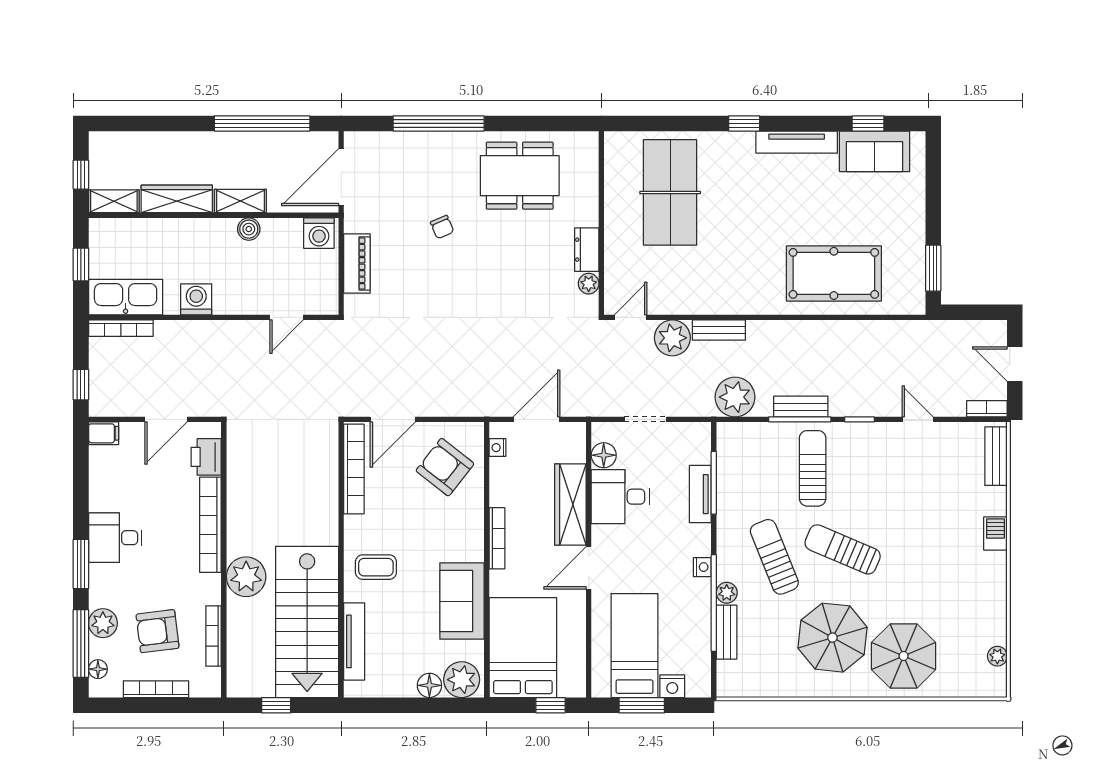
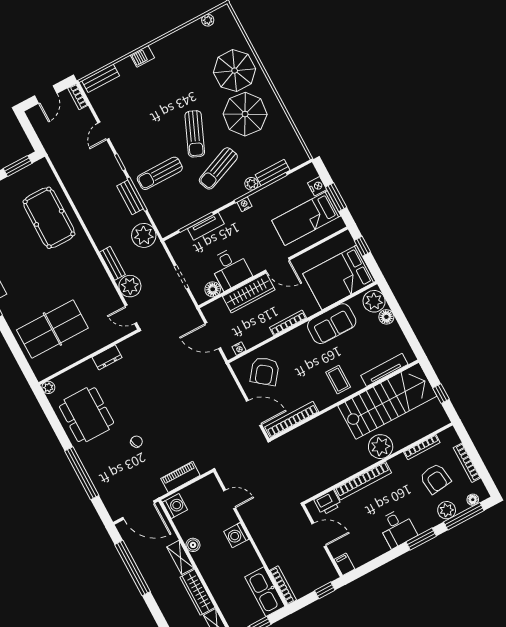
plant: (589, 284) -> (48, 387), moved
washing machine: (196, 299) -> (236, 535), moved

